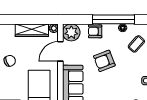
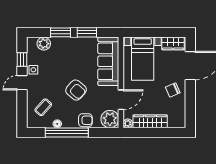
armchair: (104, 61) -> (76, 90), turned 62

